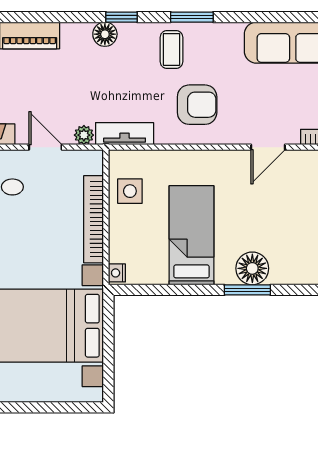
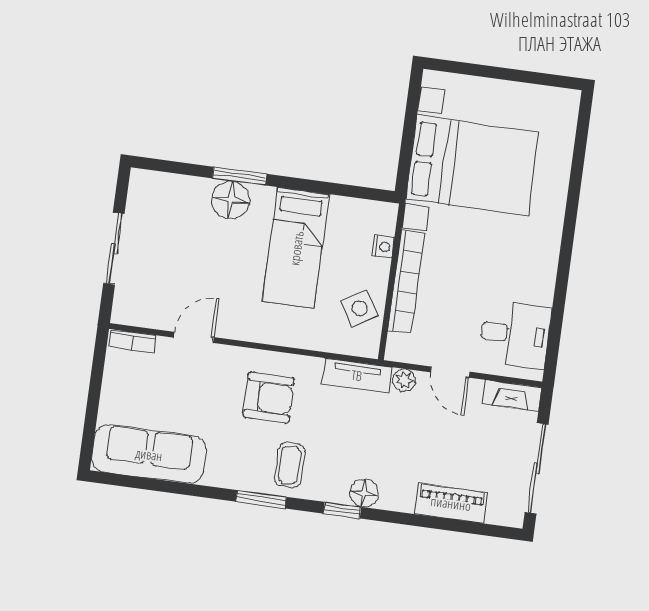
armchair: (197, 105) -> (269, 397), turned 180
side table: (130, 191) -> (360, 308), turned -31
nightstand: (117, 273) -> (383, 247), moved

